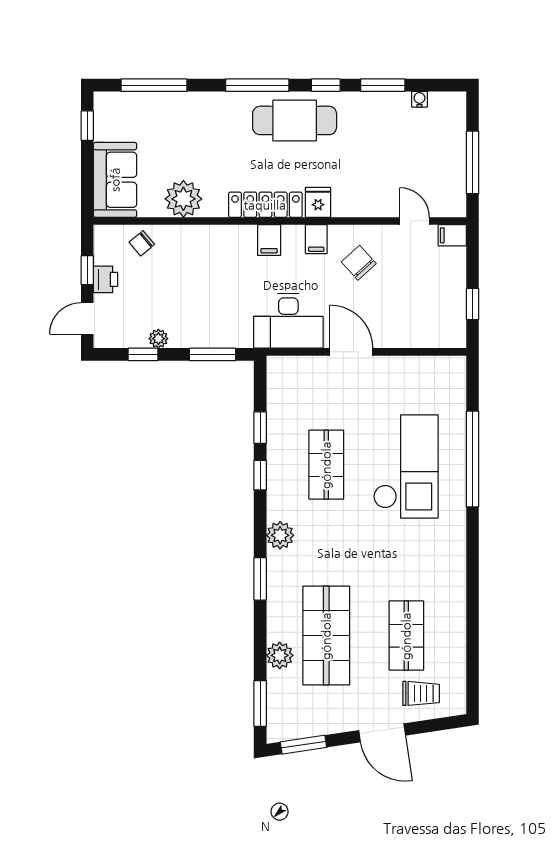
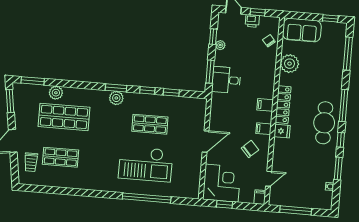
corner desk: (431, 313) -> (222, 183), added
desk: (288, 321) -> (226, 80), moved, width x0.73
window: (260, 579) -> (116, 88), moved

